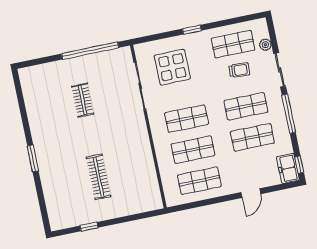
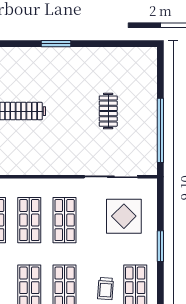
window: (192, 30) -> (160, 246), width x1.50
clothes rail: (83, 100) -> (108, 111), turned 90

